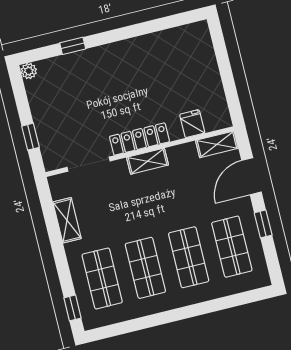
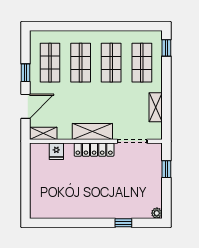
shelving: (147, 161) -> (92, 131), width x1.50, depth x1.33

